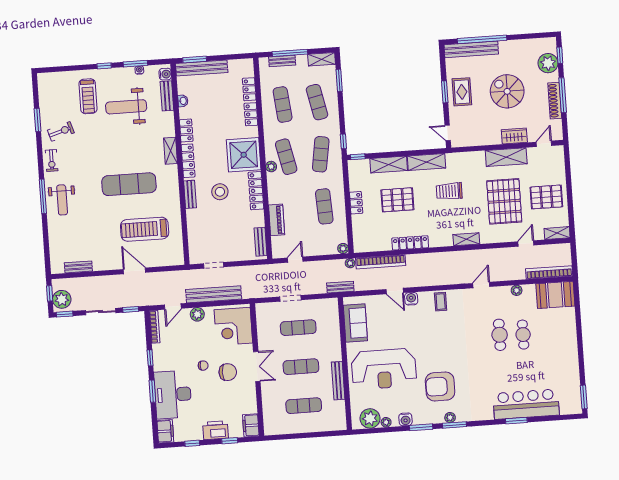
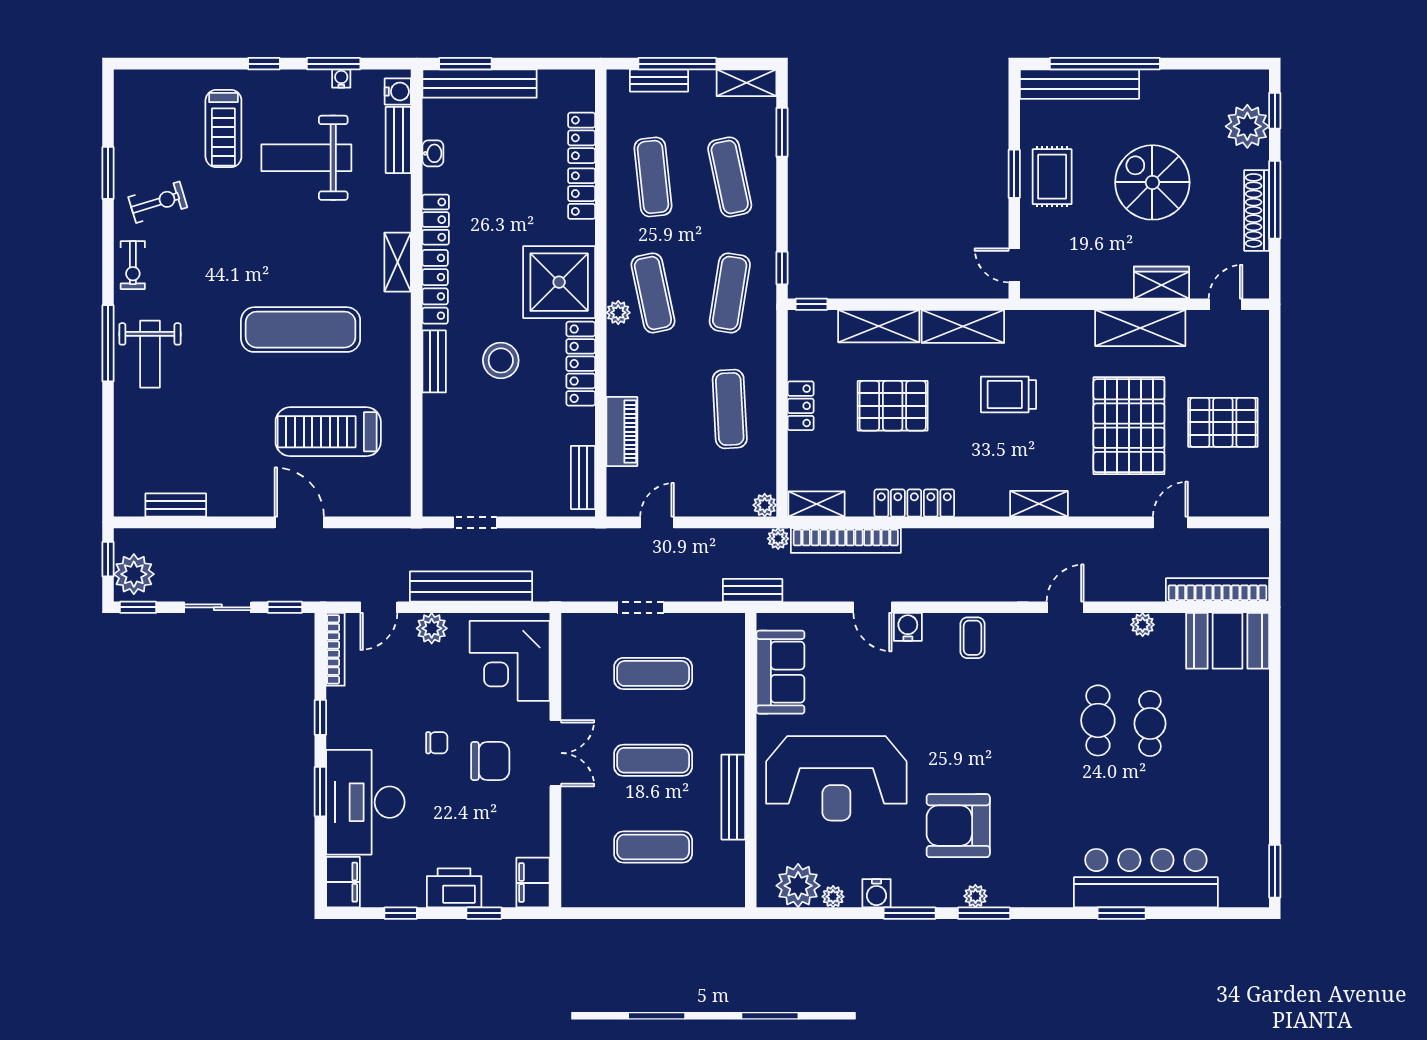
shelving: (557, 233) -> (817, 504), moved

